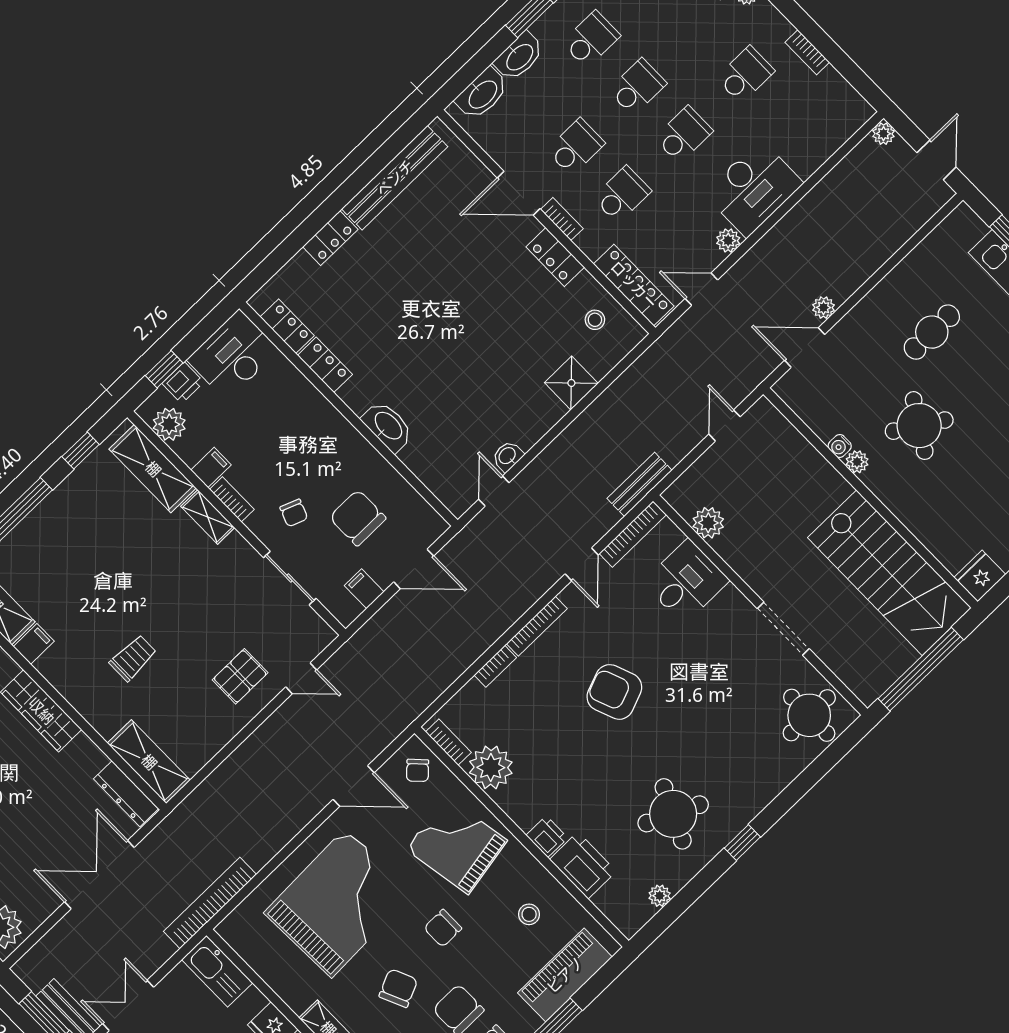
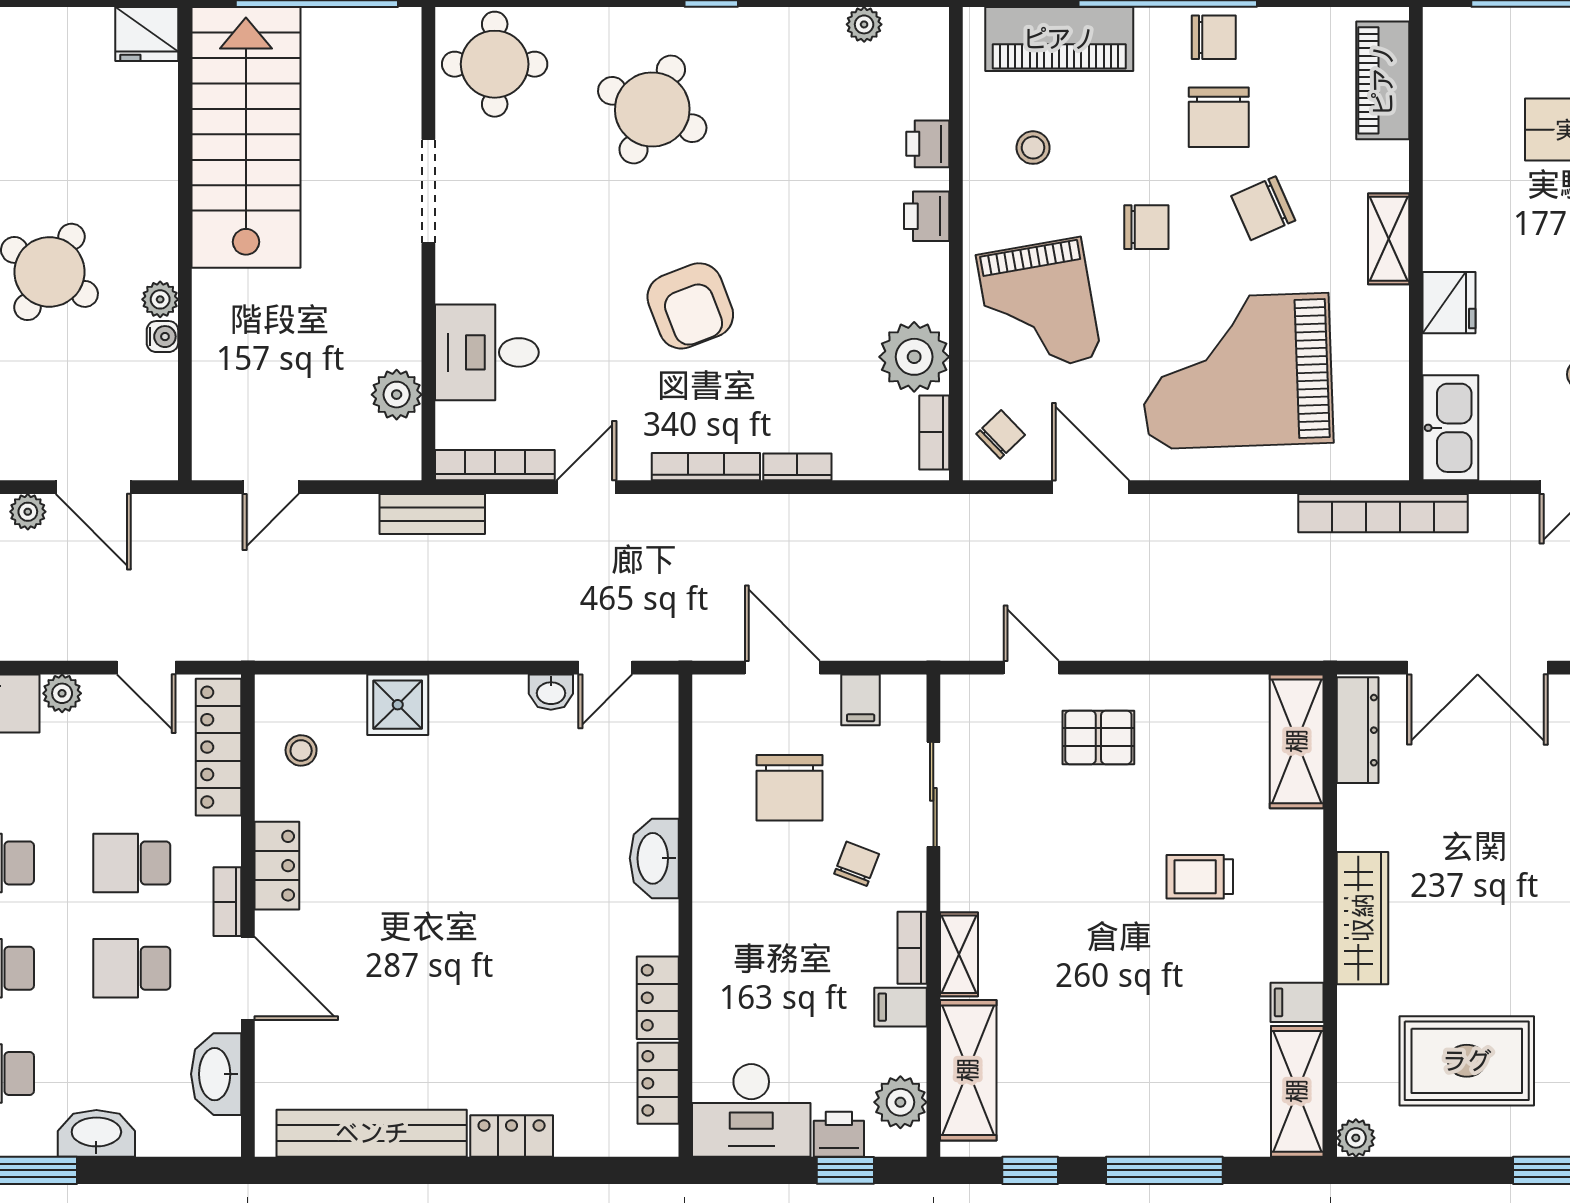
washbasin: (482, 94) -> (216, 1074), moved, turned -90
round table: (673, 814) -> (652, 109), moved
printer: (583, 865) -> (928, 144), width x0.53, depth x0.68

